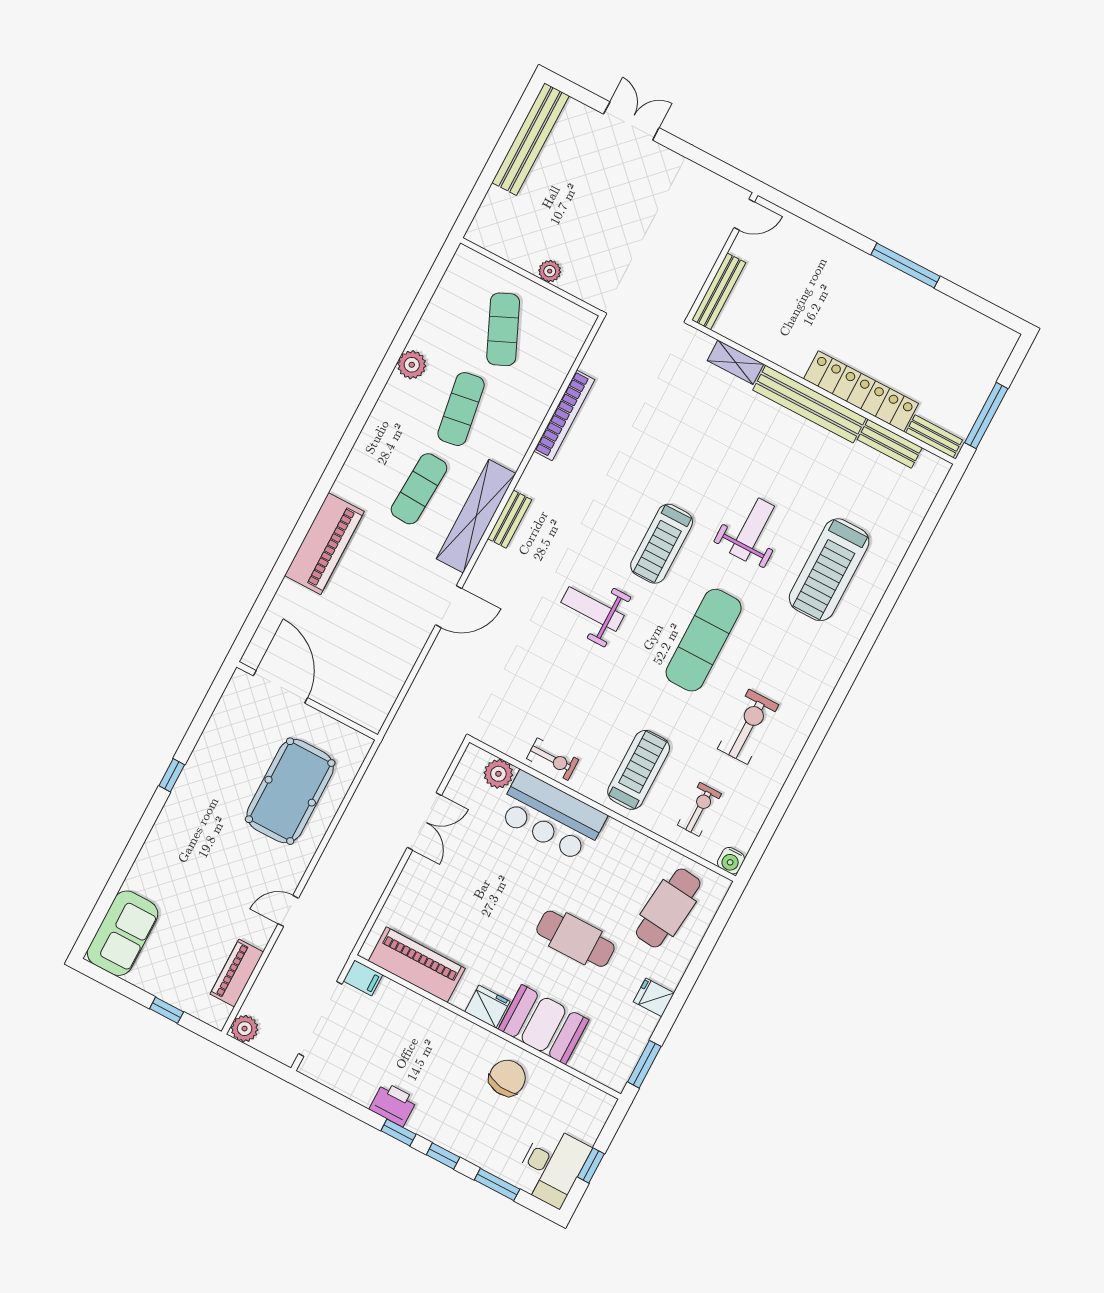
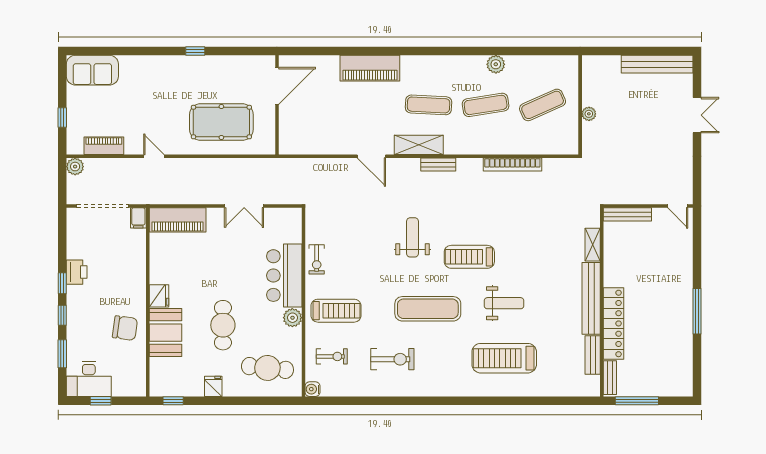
shelving: (476, 516) -> (419, 145), width x0.68
plant: (498, 774) -> (292, 318), moved
piano: (417, 965) -> (178, 220), moved, turned 90
window: (644, 1064) -> (173, 401), width x0.67

